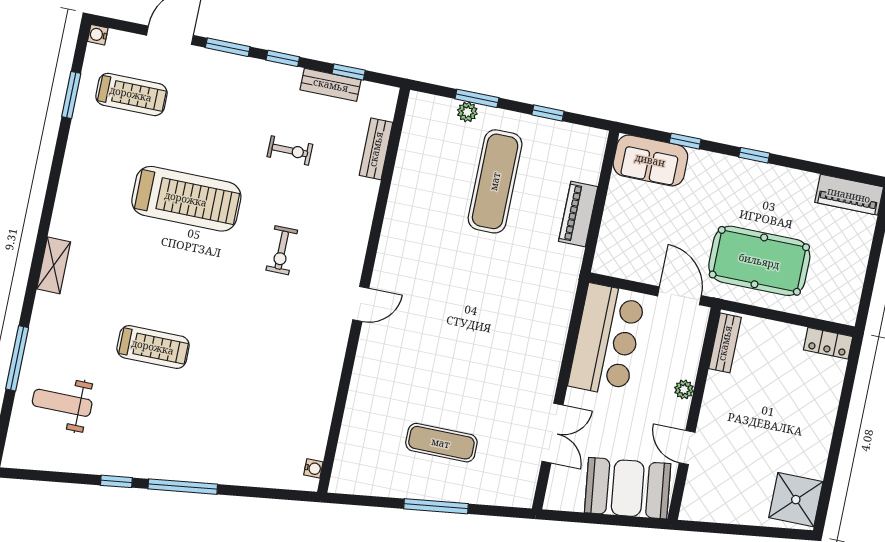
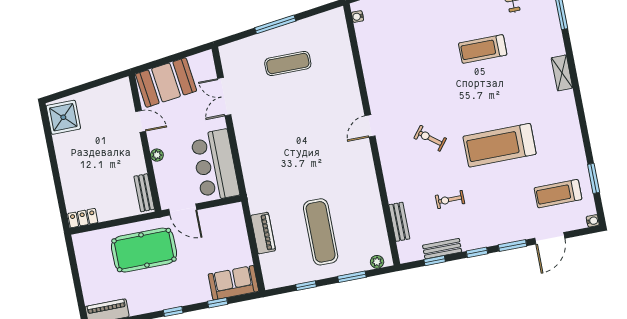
plant: (467, 112) -> (377, 262), moved
exercise bike: (282, 250) -> (430, 138), turned -52

